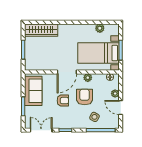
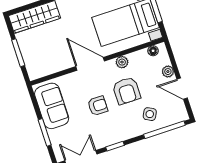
door: (67, 72) -> (90, 64), swing flipped
armchair: (85, 97) -> (126, 91), turned 180

